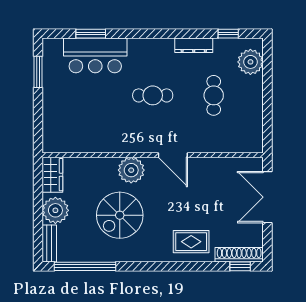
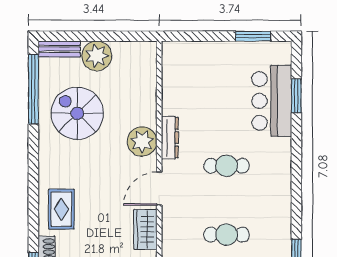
dresser: (194, 45) -> (170, 138), moved, turned 180
cafe table: (153, 95) -> (227, 166), turned 90
wardrobe: (52, 175) -> (145, 229), moved, turned 90
spiral stairs: (120, 215) -> (77, 113), moved

